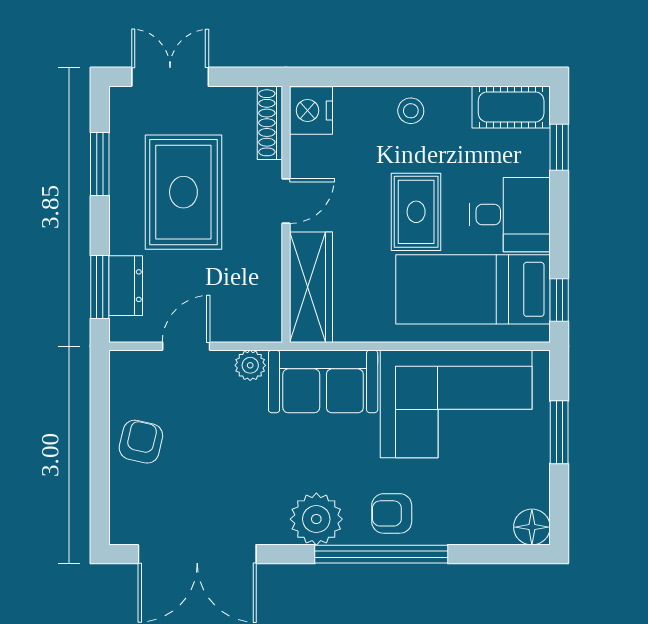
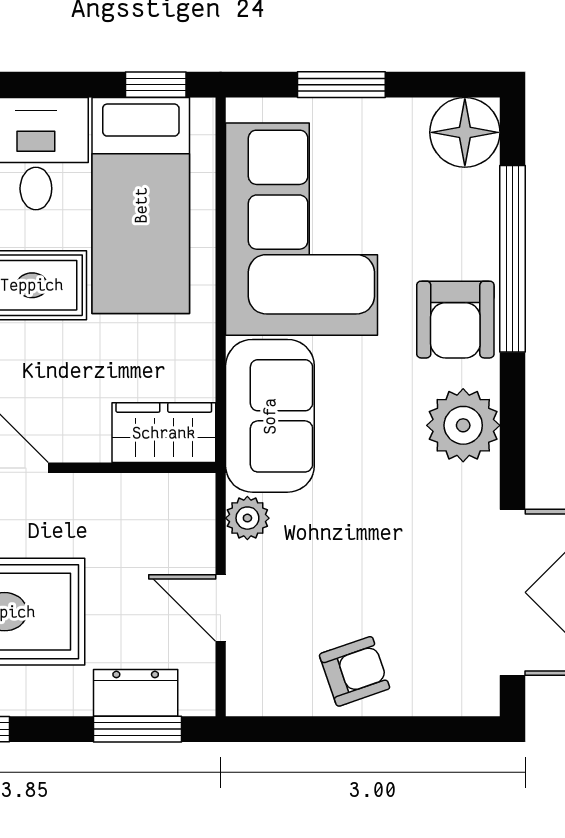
wardrobe: (311, 287) -> (164, 433), width x0.67
armchair: (141, 442) -> (355, 671), turned 148
armchair: (392, 513) -> (455, 320), width x1.38, depth x1.38
floor lamp: (532, 527) -> (465, 132), width x1.38, depth x1.38
window: (381, 554) -> (512, 259), moved

